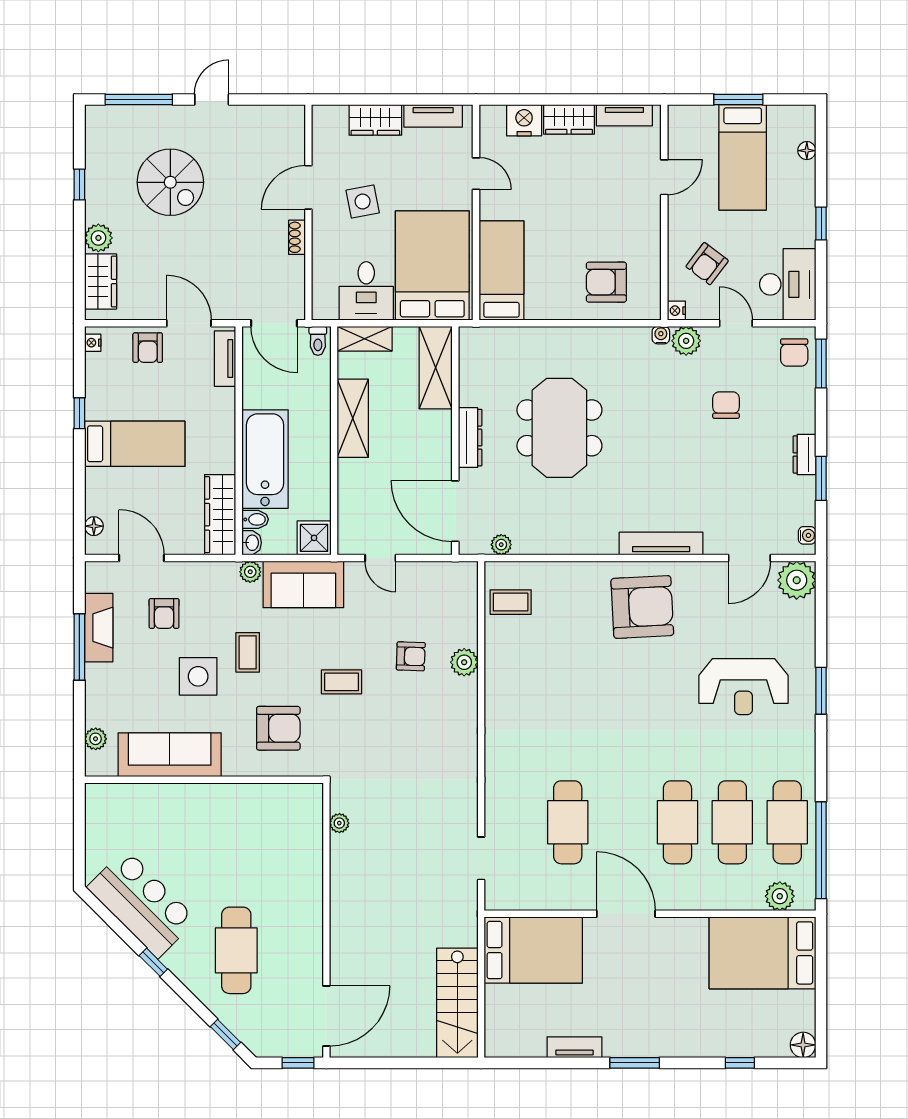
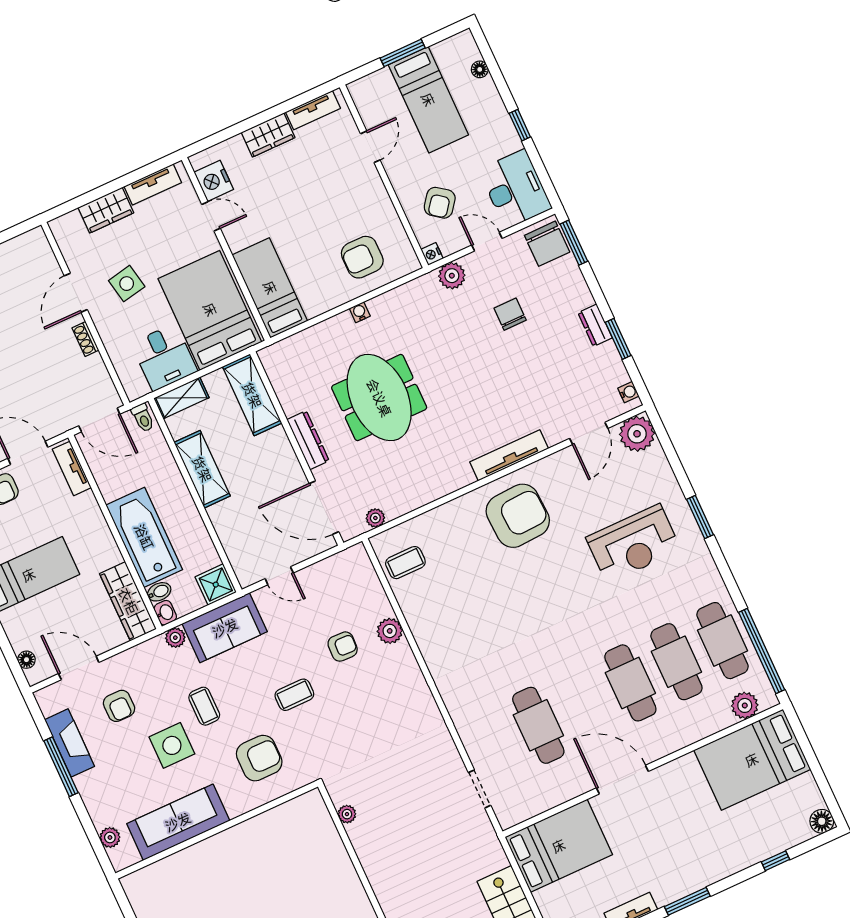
nightstand: (524, 120) -> (214, 181), moved, turned -90
water cooler: (661, 335) -> (360, 312), moved
chair: (794, 352) -> (547, 244), width x1.37, depth x1.37

